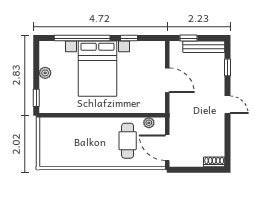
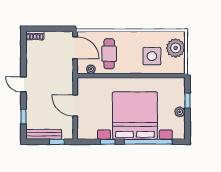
bed with nightstands: (97, 69) -> (135, 116), width x1.36
window: (36, 98) -> (187, 101), moved
side table: (78, 138) -> (152, 56), added
plant: (50, 147) -> (176, 48), added

